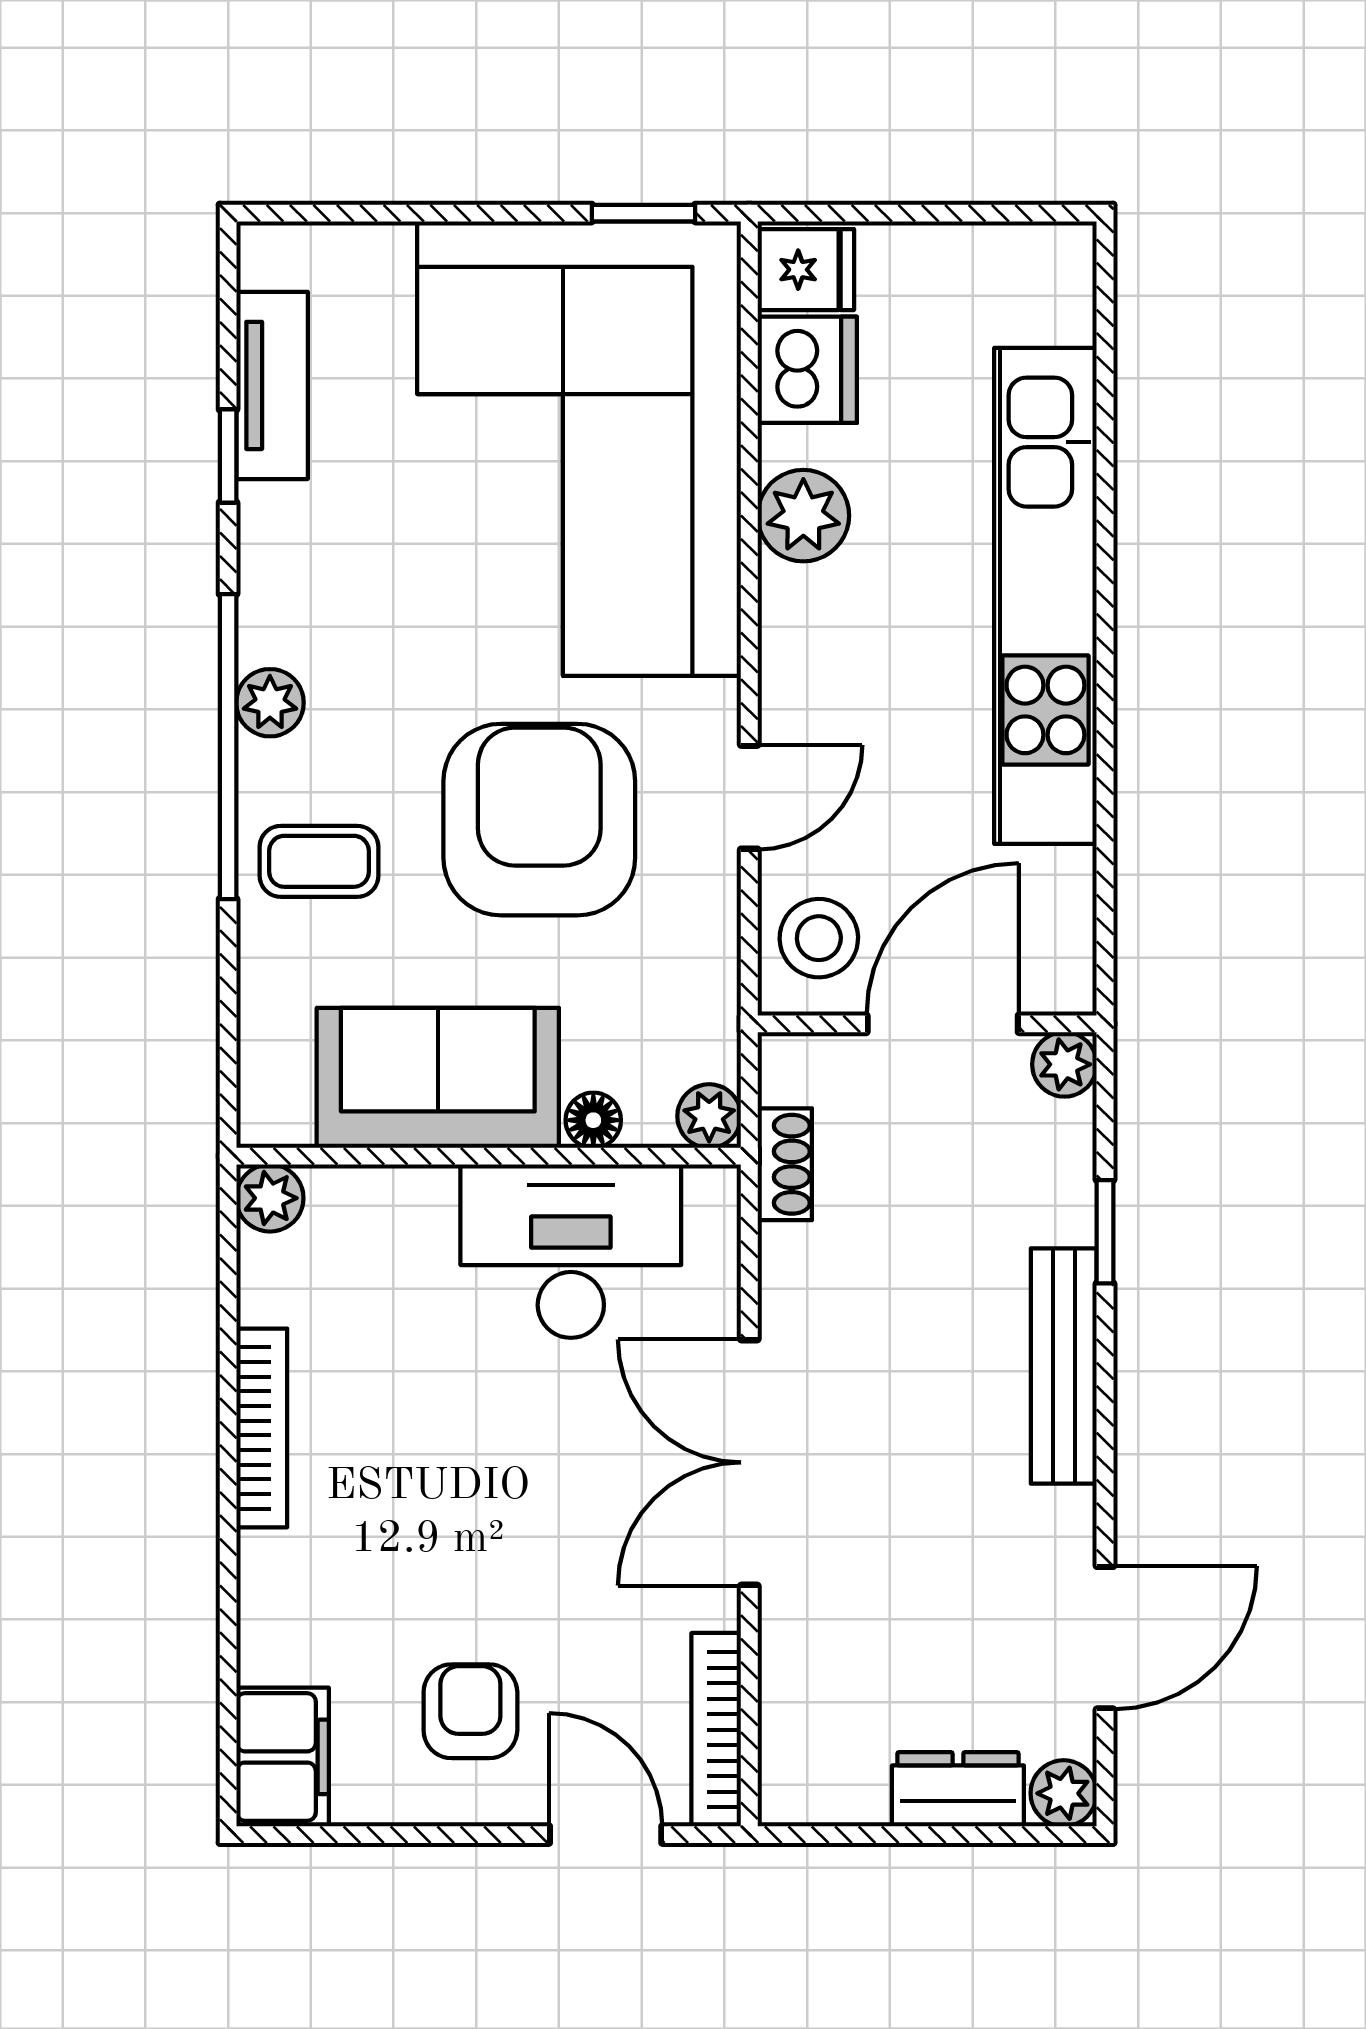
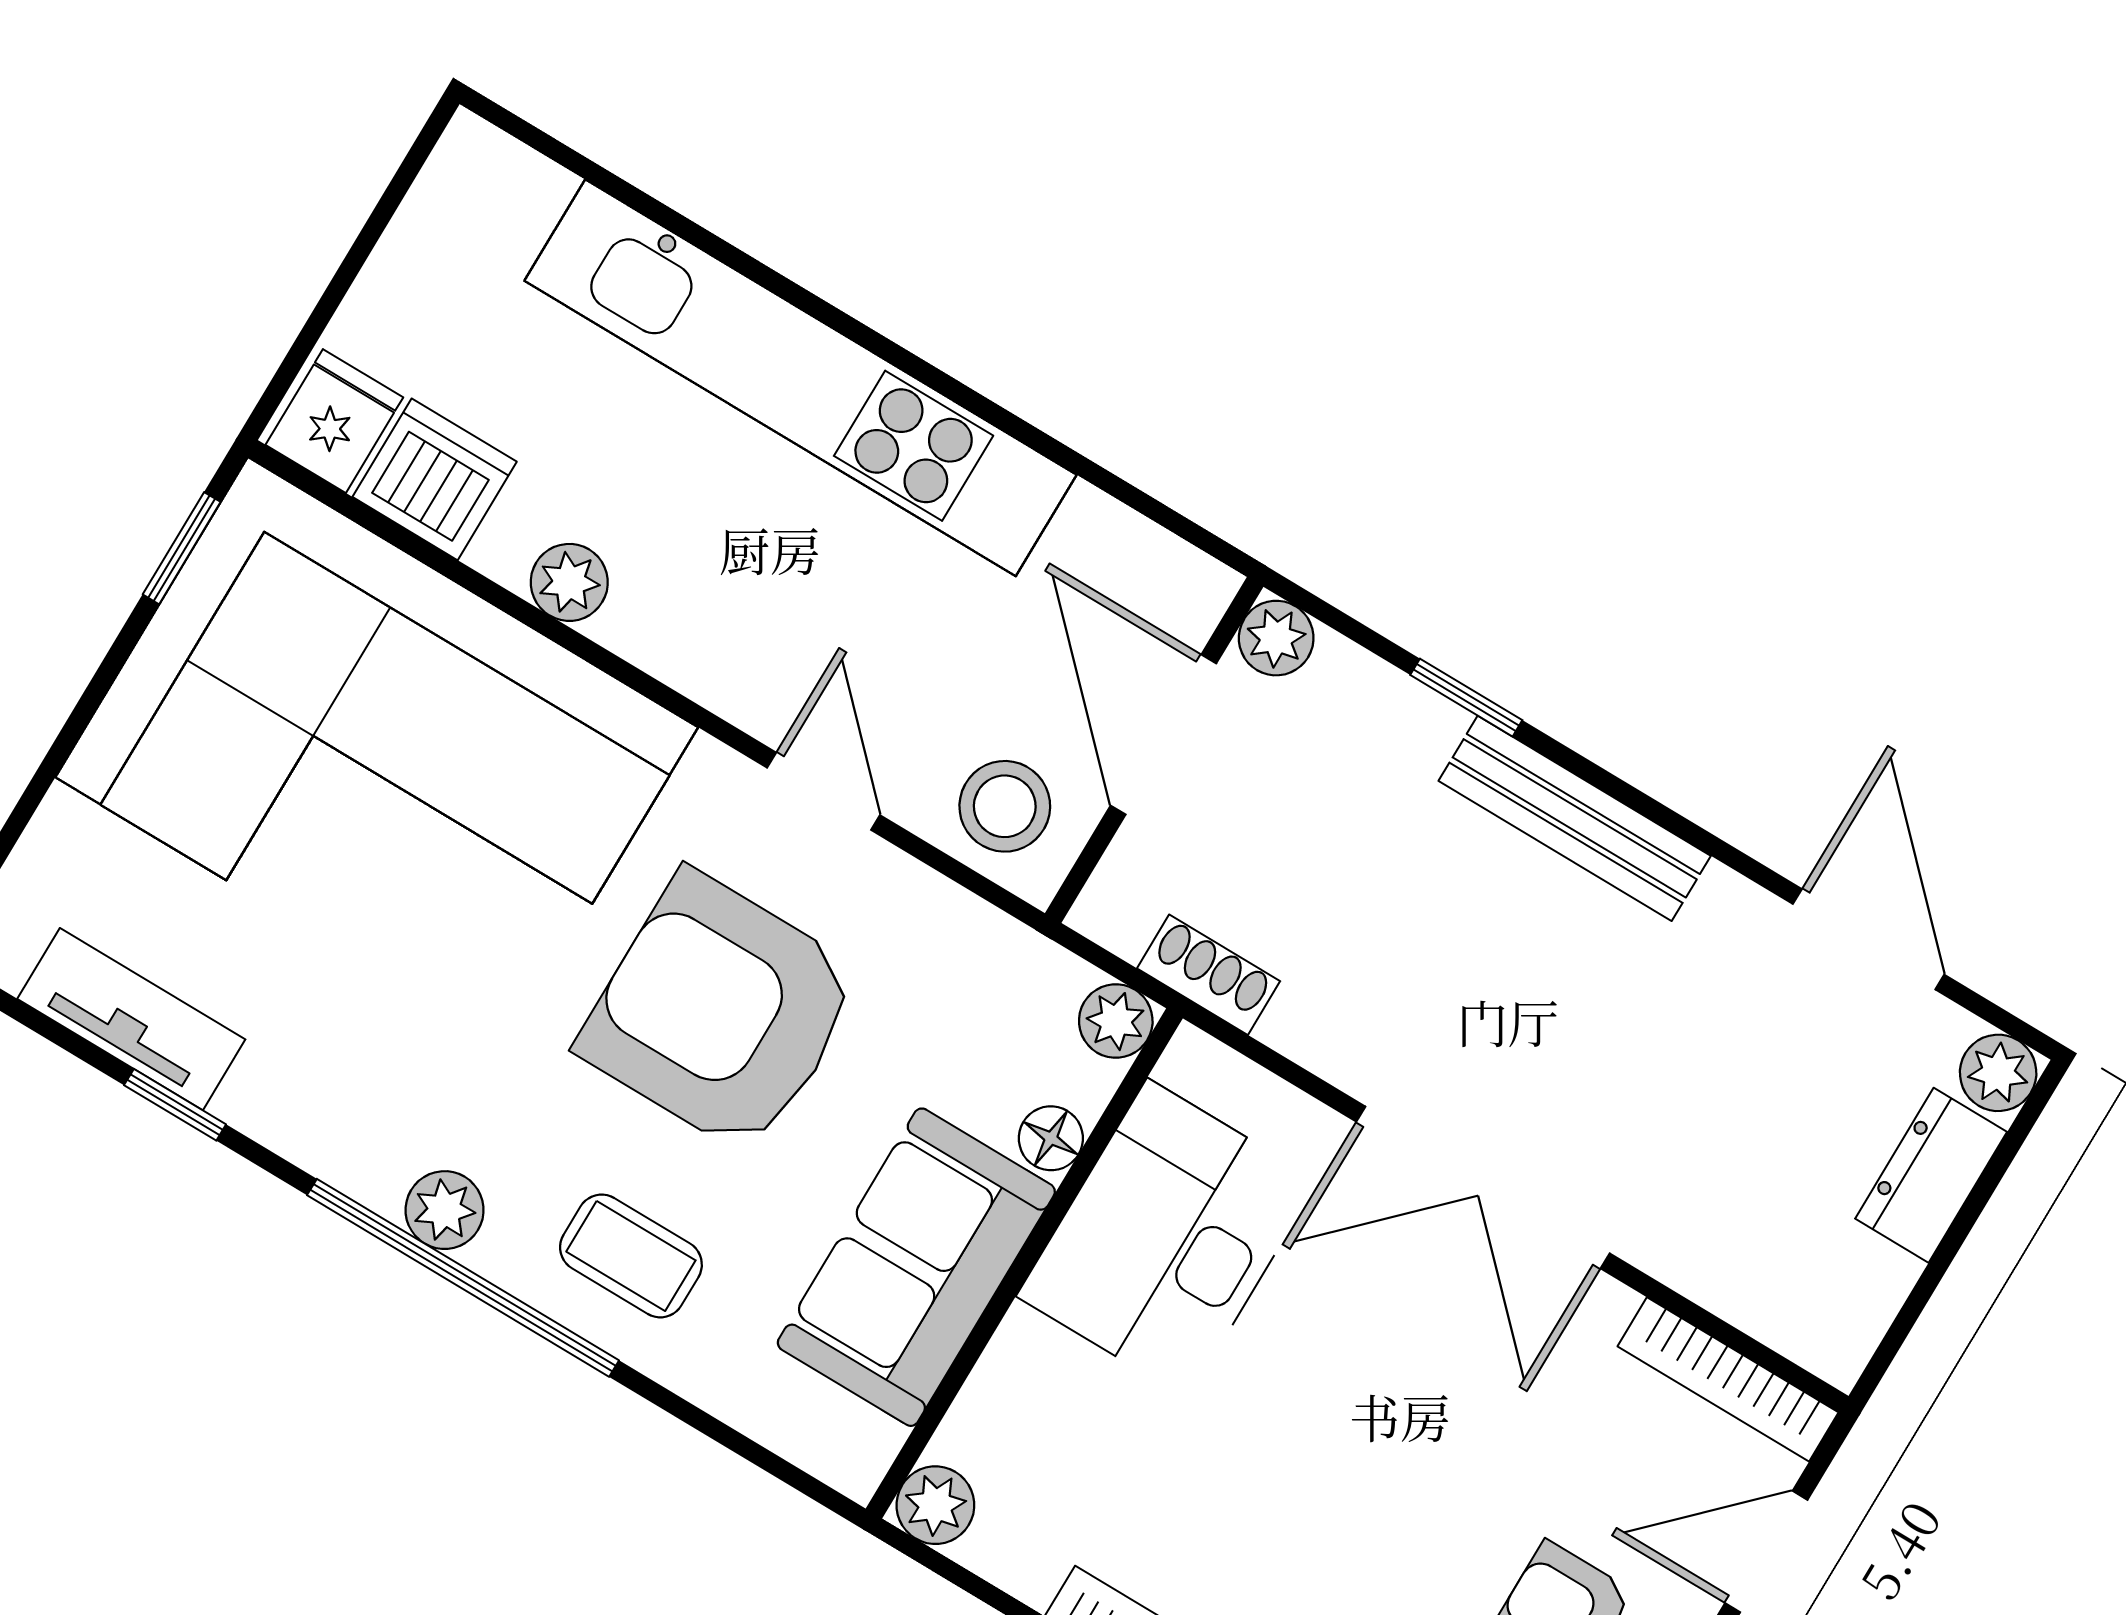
plant: (803, 516) -> (569, 582), width x0.73, depth x0.73
coffee table: (319, 861) -> (631, 1256), turned 90

